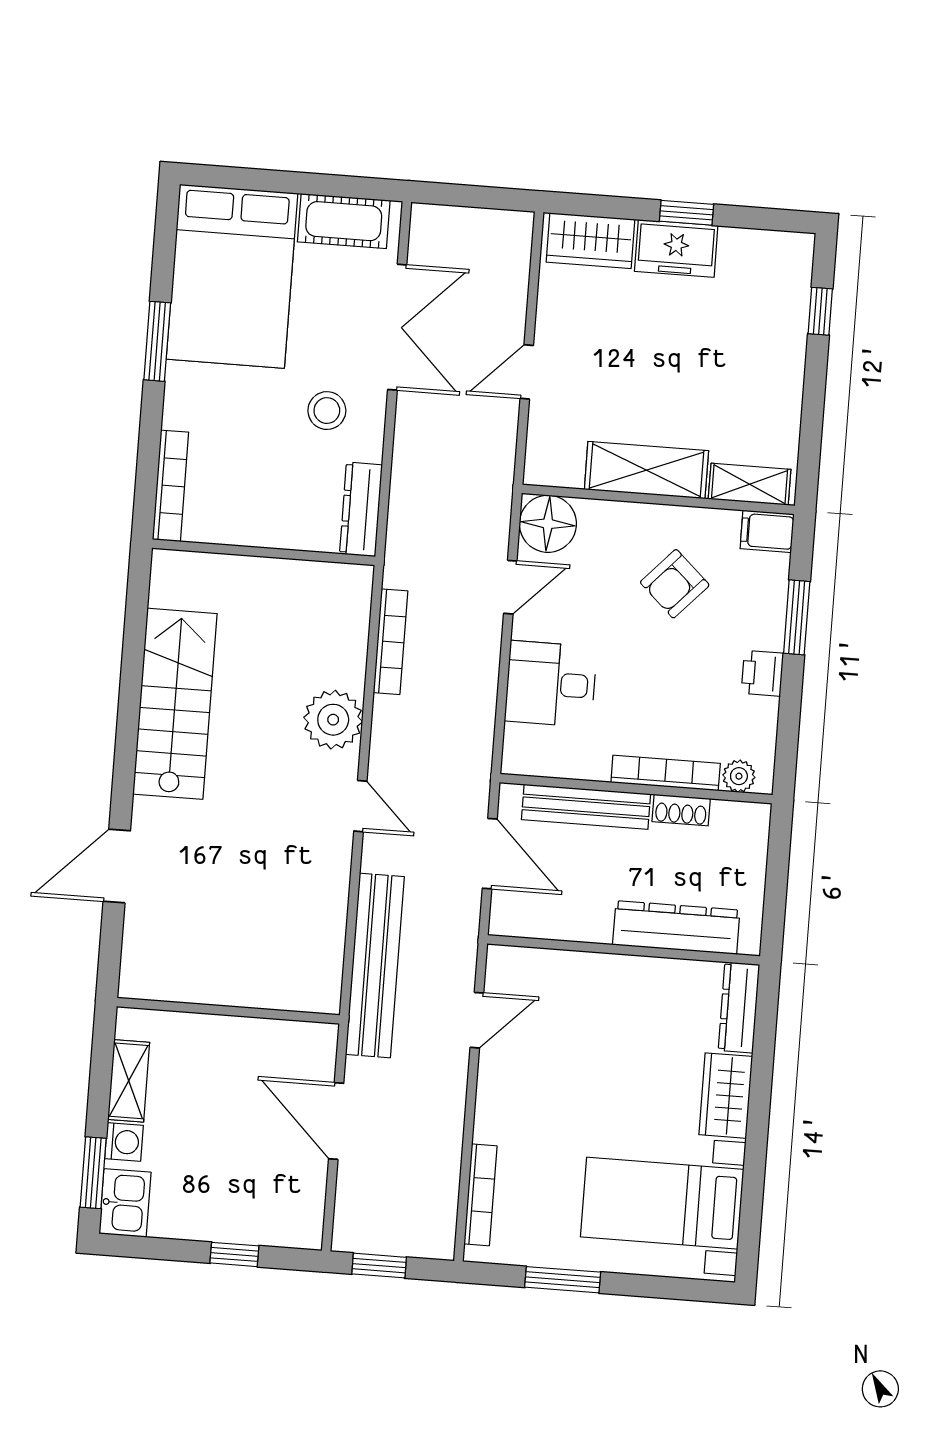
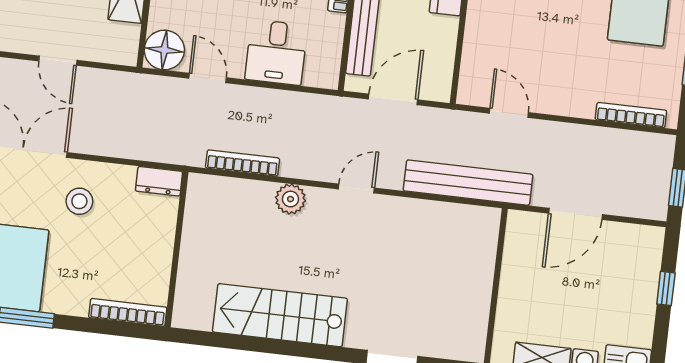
dresser: (361, 509) -> (159, 181), width x0.70
plant: (333, 720) -> (290, 199), width x0.73, depth x0.73

